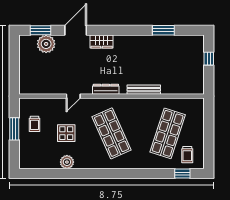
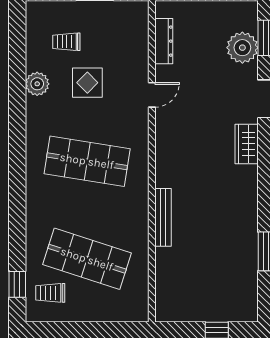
dresser: (106, 89) -> (164, 41), moved
door: (73, 96) -> (152, 95), swing flipped
trolley: (34, 124) -> (66, 42), moved
shop shelf: (111, 133) -> (87, 161), turned 33

